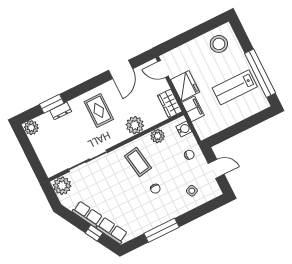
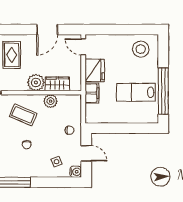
wardrobe: (170, 104) -> (57, 84), moved, turned 90
water cooler: (184, 129) -> (76, 172), moved
coffee table: (138, 162) -> (23, 115), turned -57

